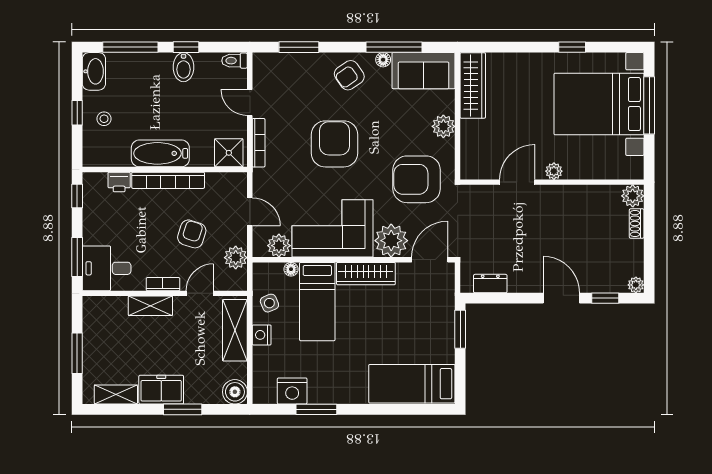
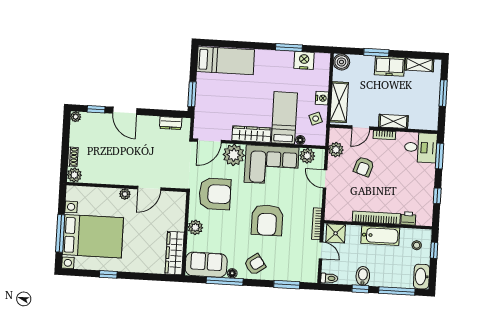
bathtub: (160, 153) -> (380, 236), moved
shower: (229, 153) -> (336, 233), moved
wall: (165, 170) -> (378, 225), moved
bookcase: (168, 180) -> (376, 218), moved
printer: (119, 182) -> (408, 218), moved

